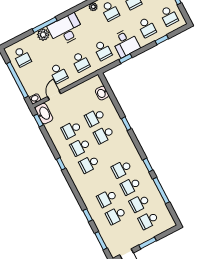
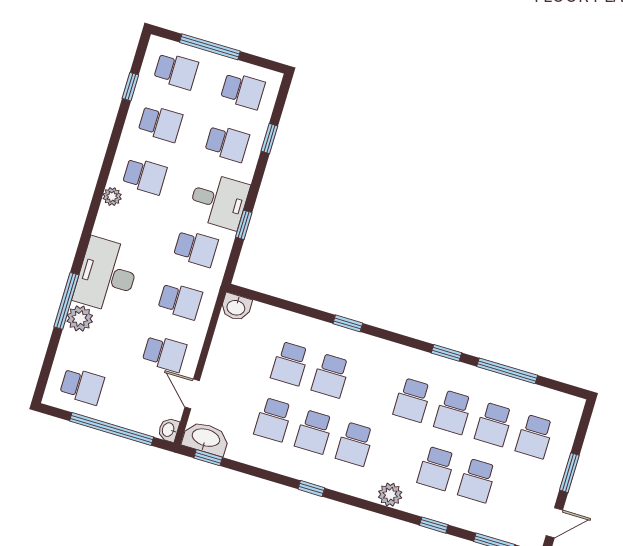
washbasin: (102, 93) -> (236, 307), moved
plant: (84, 191) -> (390, 495), added

